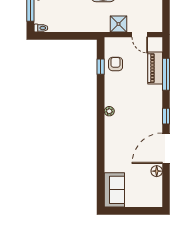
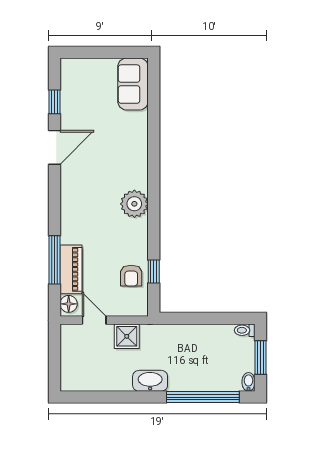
plant: (109, 111) -> (134, 204), width x1.88, depth x1.88
window: (166, 116) -> (54, 102), moved
door: (166, 148) -> (54, 147), width x0.73
floor lamp: (157, 171) -> (69, 304), moved

